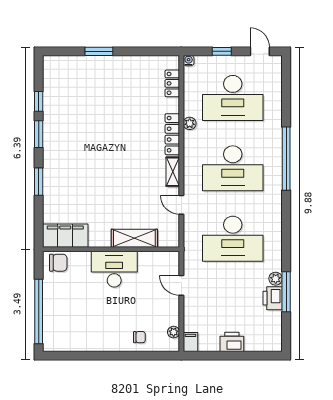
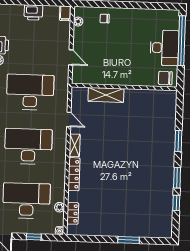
plant: (190, 123) -> (60, 207), moved
filing cabinet: (65, 236) -> (159, 99), removed
desk: (114, 269) -> (164, 48), moved, turned -90

